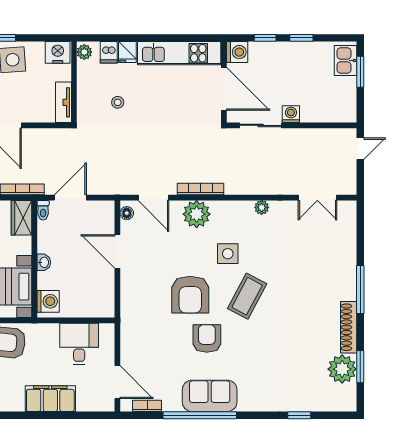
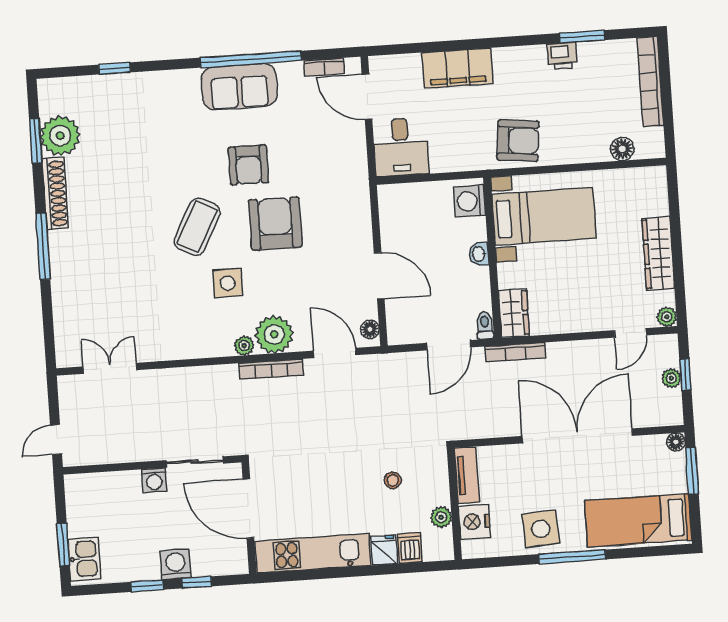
nightstand: (58, 52) -> (475, 522), moved, turned 90
plant: (84, 52) -> (441, 517), moved
washing machine: (237, 52) -> (176, 564), moved, turned 90
plant: (262, 207) -> (244, 346), moved
desk: (79, 344) -> (401, 147), moved

